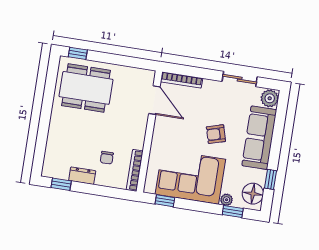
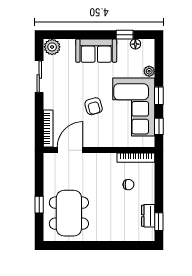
window: (78, 53) -> (39, 205), moved
armchair: (216, 134) -> (94, 106), moved
sofa: (259, 138) -> (96, 51), width x0.73
dresser: (82, 176) -> (148, 216), moved
floor lamp: (253, 194) -> (135, 44), width x0.53, depth x0.53
window: (233, 211) -> (159, 96), moved

